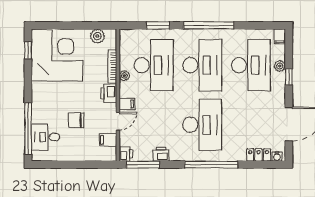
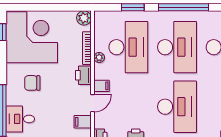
plant: (97, 36) -> (84, 18), moved
chair: (76, 120) -> (32, 83), moved

